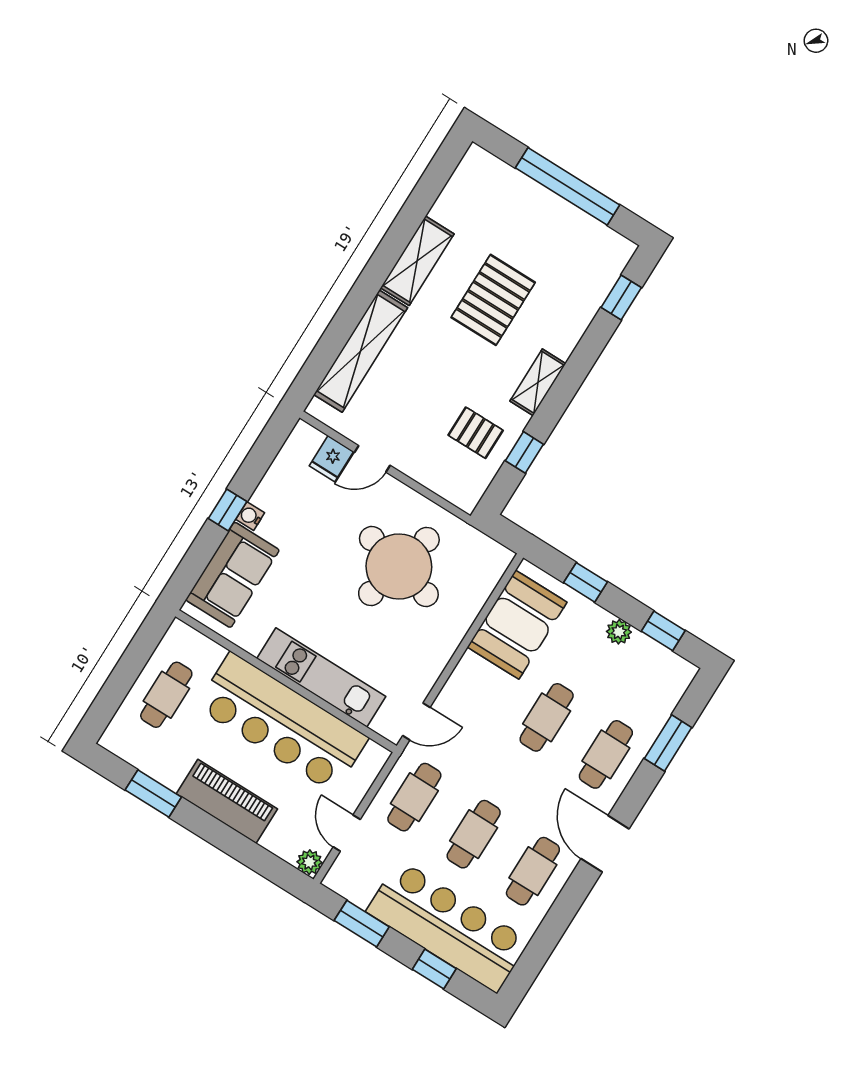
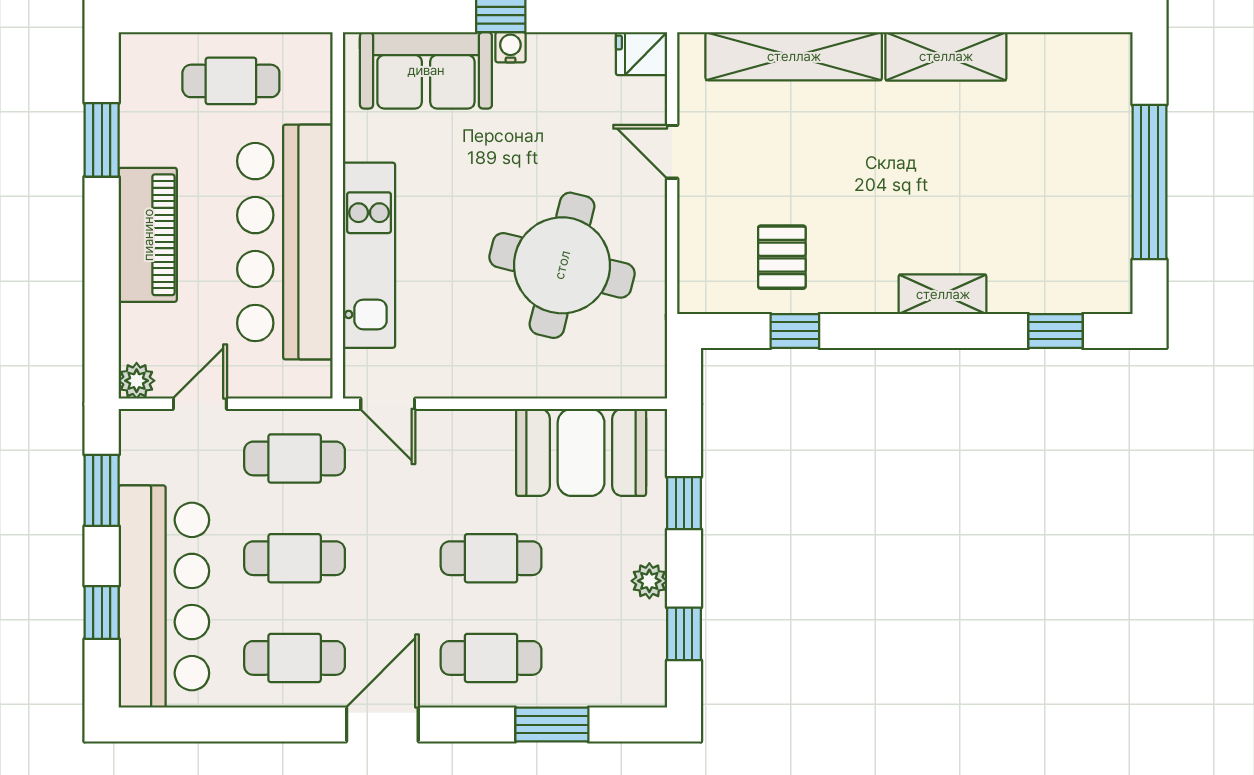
pallet: (493, 300) -> (956, 178), removed
shelving: (538, 382) -> (943, 294), moved
fridge: (331, 459) -> (641, 54), moved

